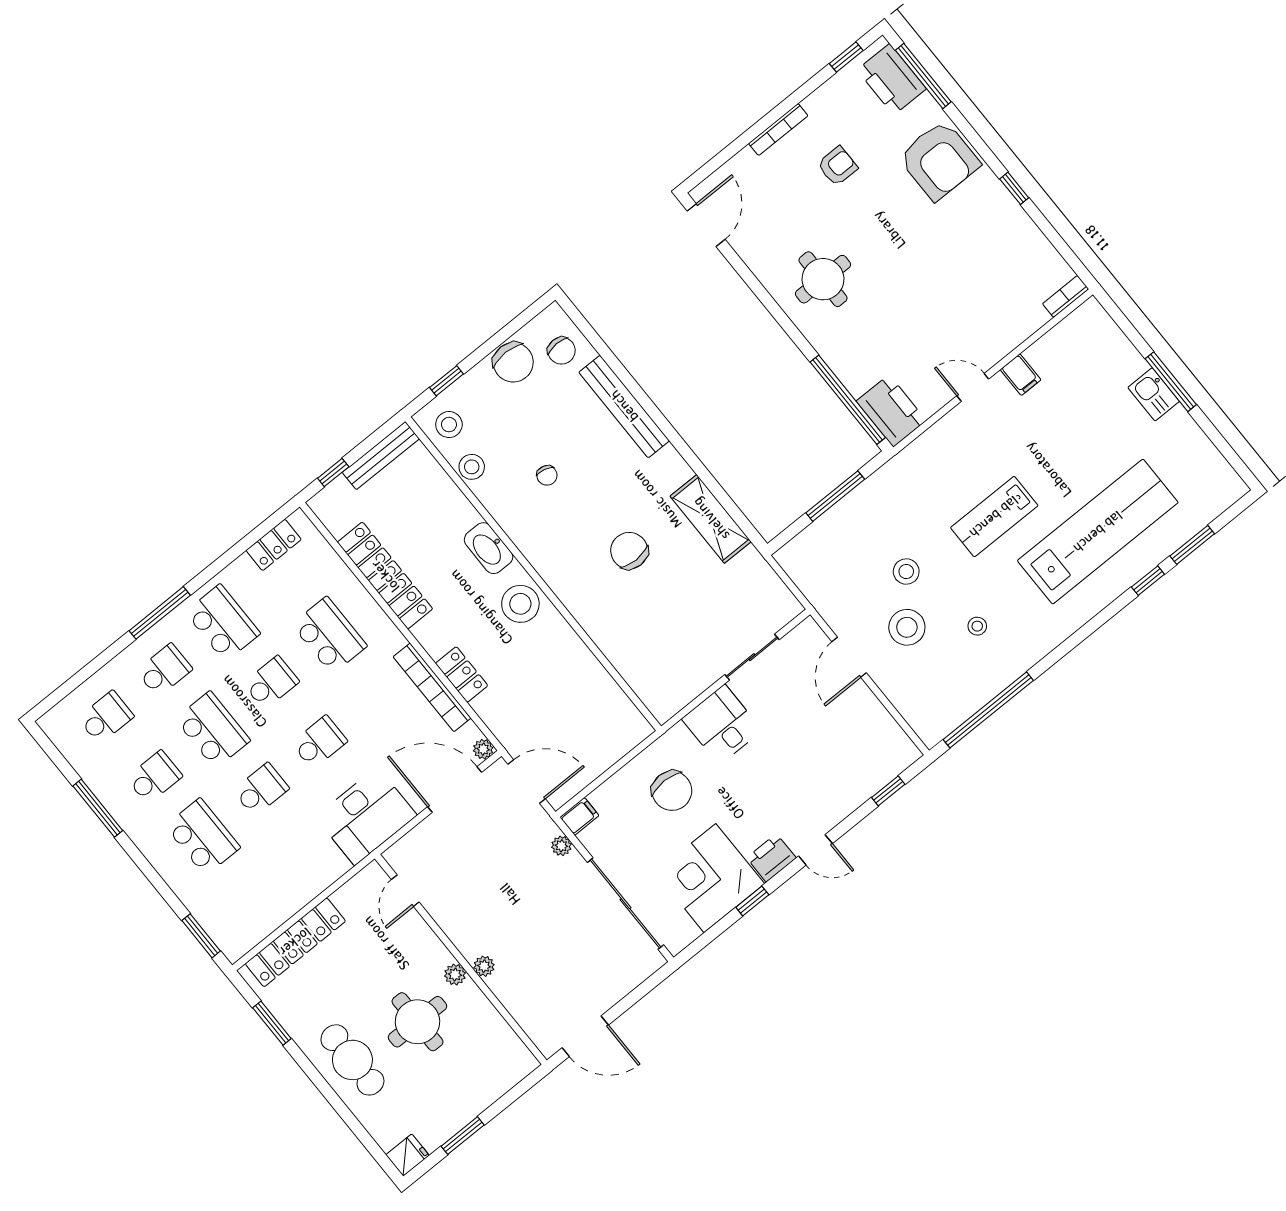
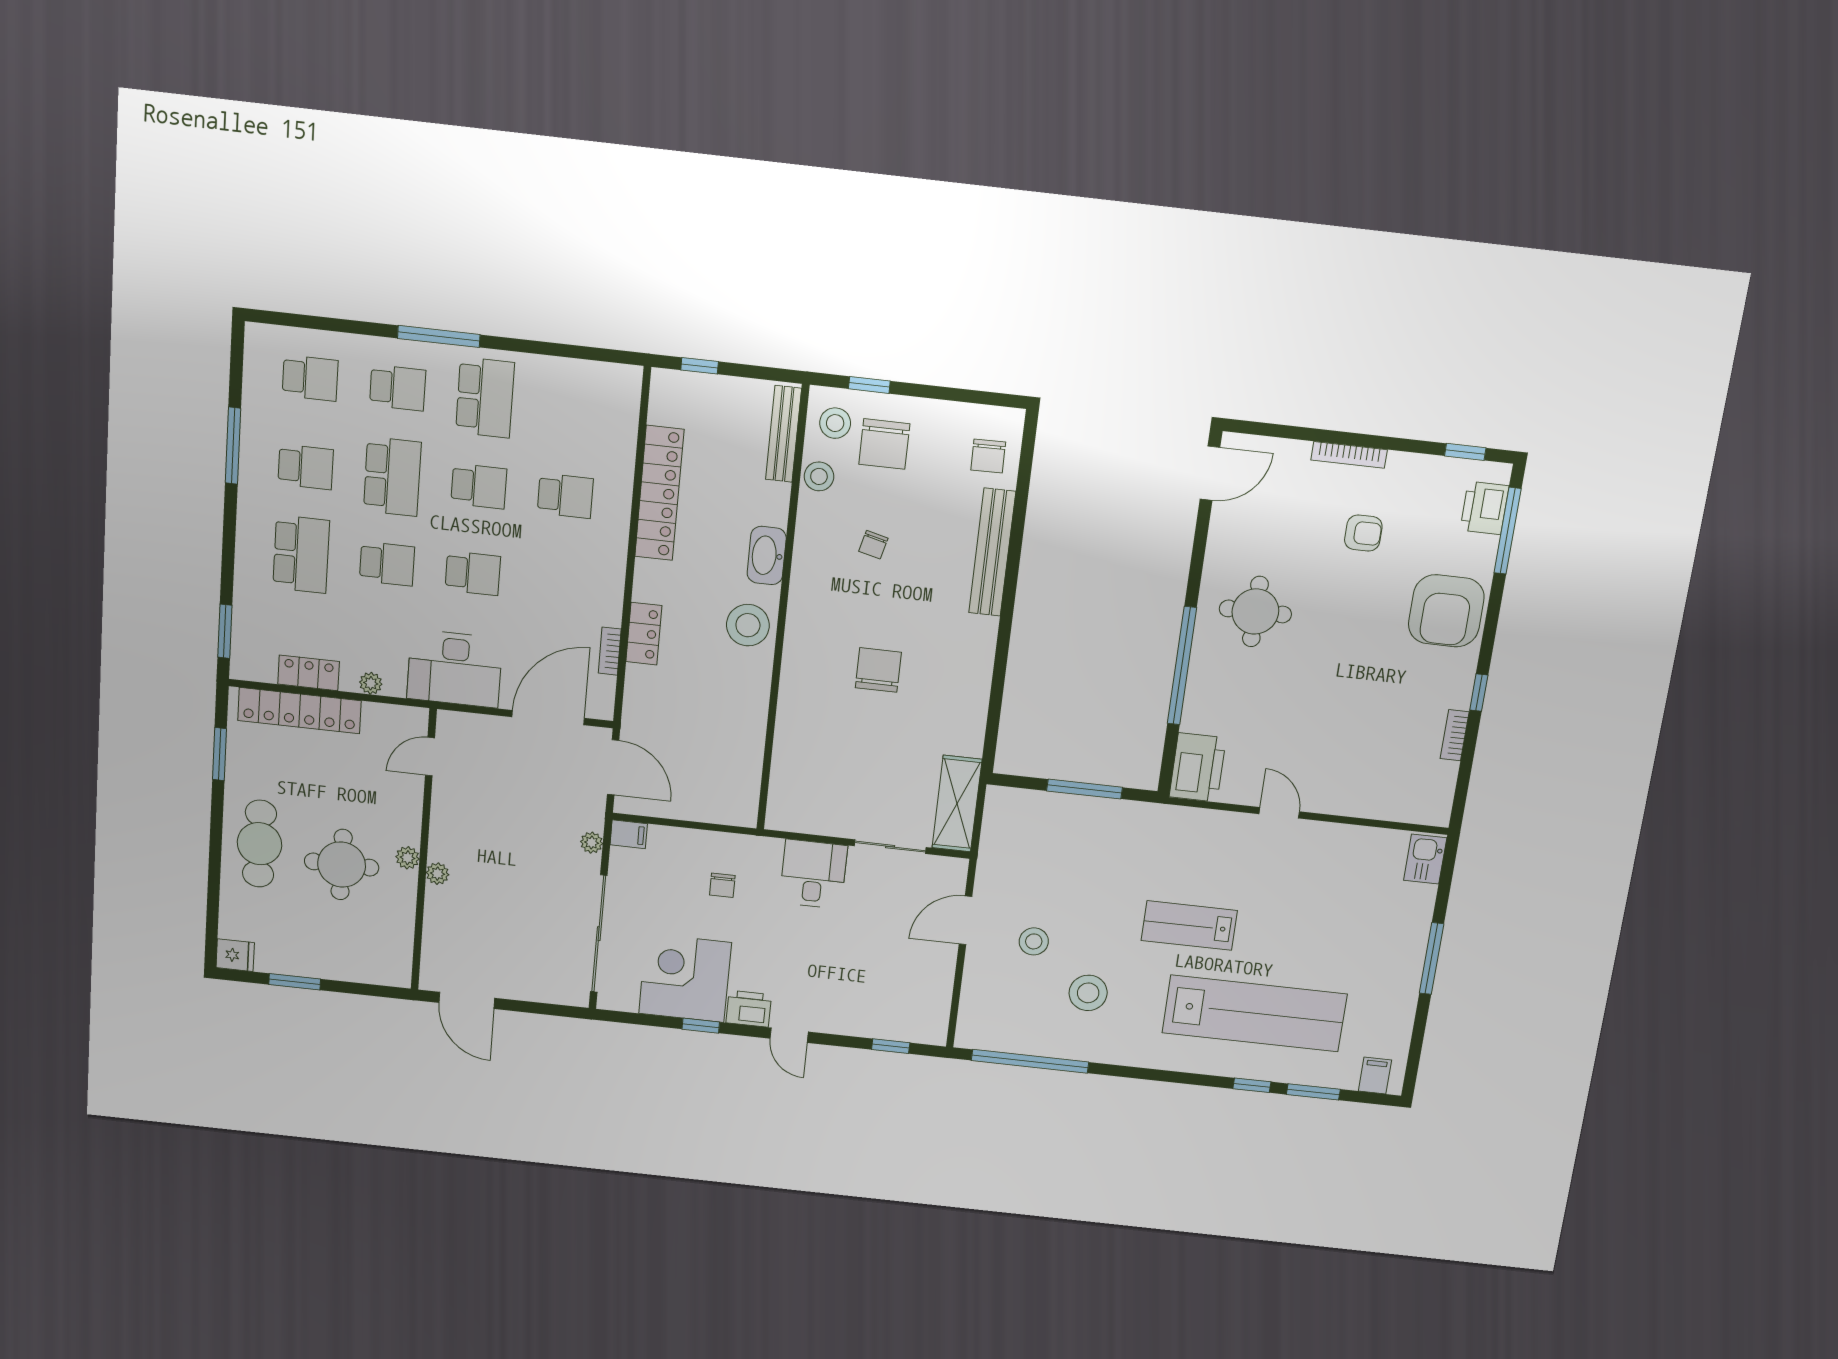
printer: (892, 79) -> (1484, 508), width x0.73, depth x0.84
bookcase: (1066, 296) -> (1455, 735), moved, turned -90
chair: (513, 362) -> (884, 444), moved
filing cabinet: (1021, 375) -> (1375, 1076), moved, turned 180
kitchen sink: (1154, 394) -> (1425, 859), moved
window: (848, 400) -> (1182, 666), moved
bench: (381, 455) -> (784, 434), moved, turned 90
shelving: (711, 519) -> (957, 804), moved
locker: (274, 545) -> (309, 673), moved, turned 180
stool: (906, 571) -> (1078, 900), removed
stool: (977, 626) -> (1088, 993), width x1.89, depth x1.89
stool: (907, 627) -> (1034, 941), width x0.73, depth x0.73
school desk: (329, 635) -> (565, 496), width x0.54
bookcase: (432, 687) -> (610, 651), width x0.43, depth x0.76
plant: (483, 749) -> (371, 683), moved
door: (455, 790) -> (548, 718), hinge flipped
chair: (672, 791) -> (722, 885), width x0.54, depth x0.54

